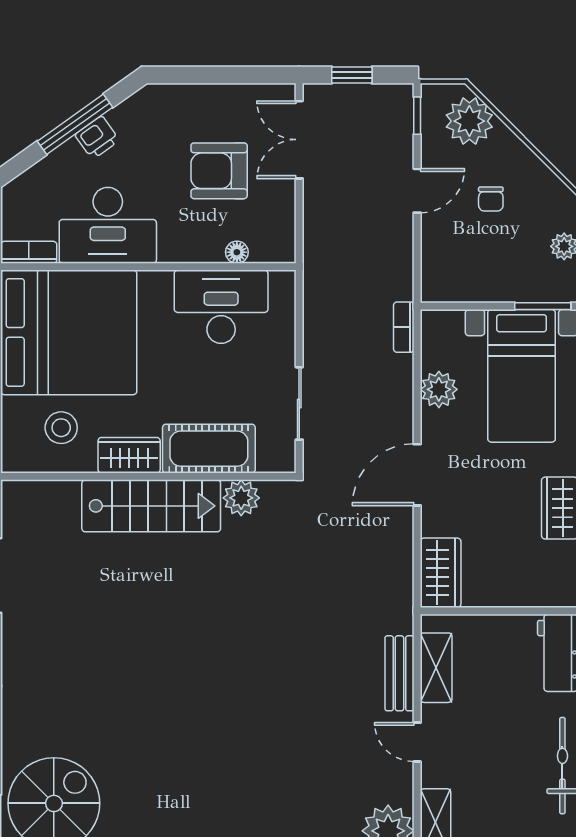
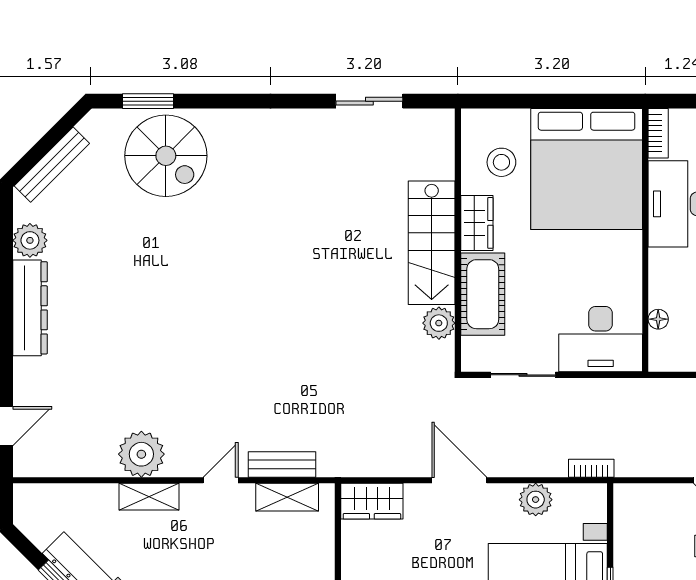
desk: (221, 307) -> (601, 339), moved, turned 90

